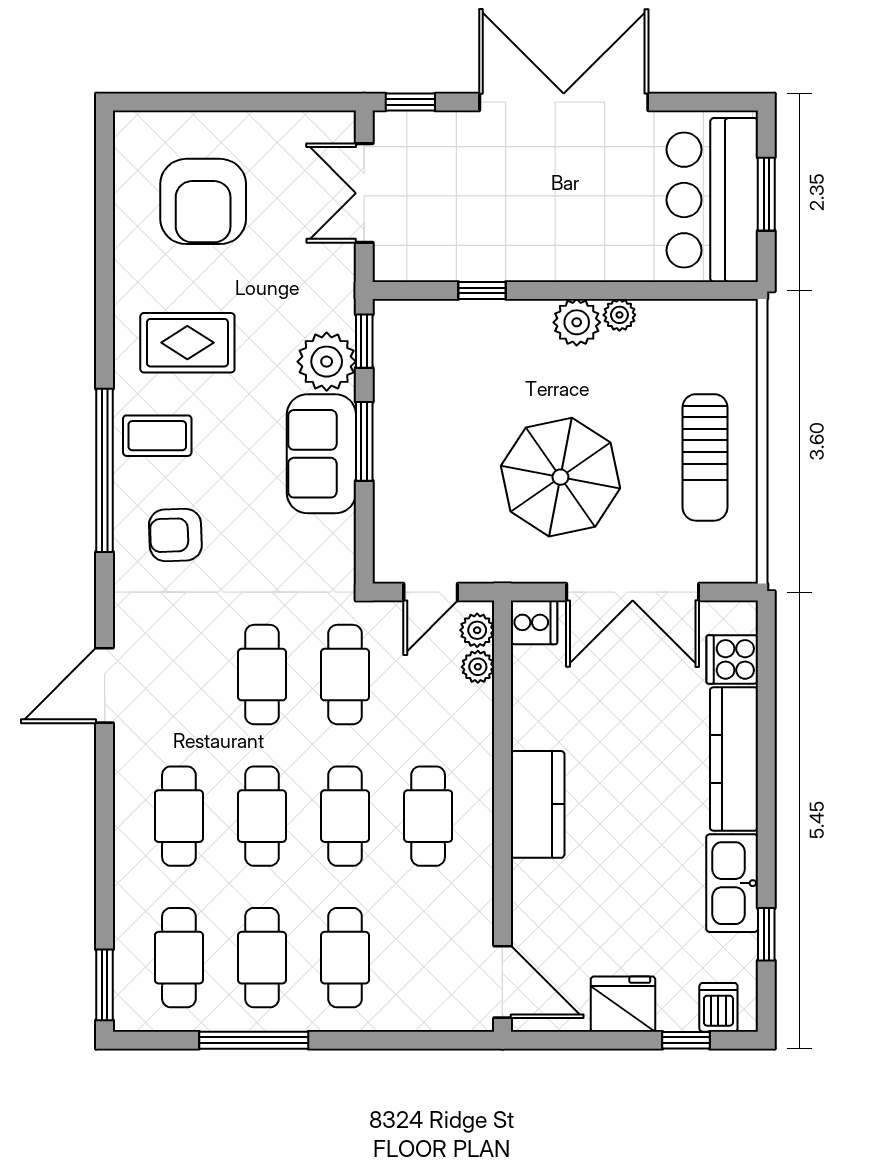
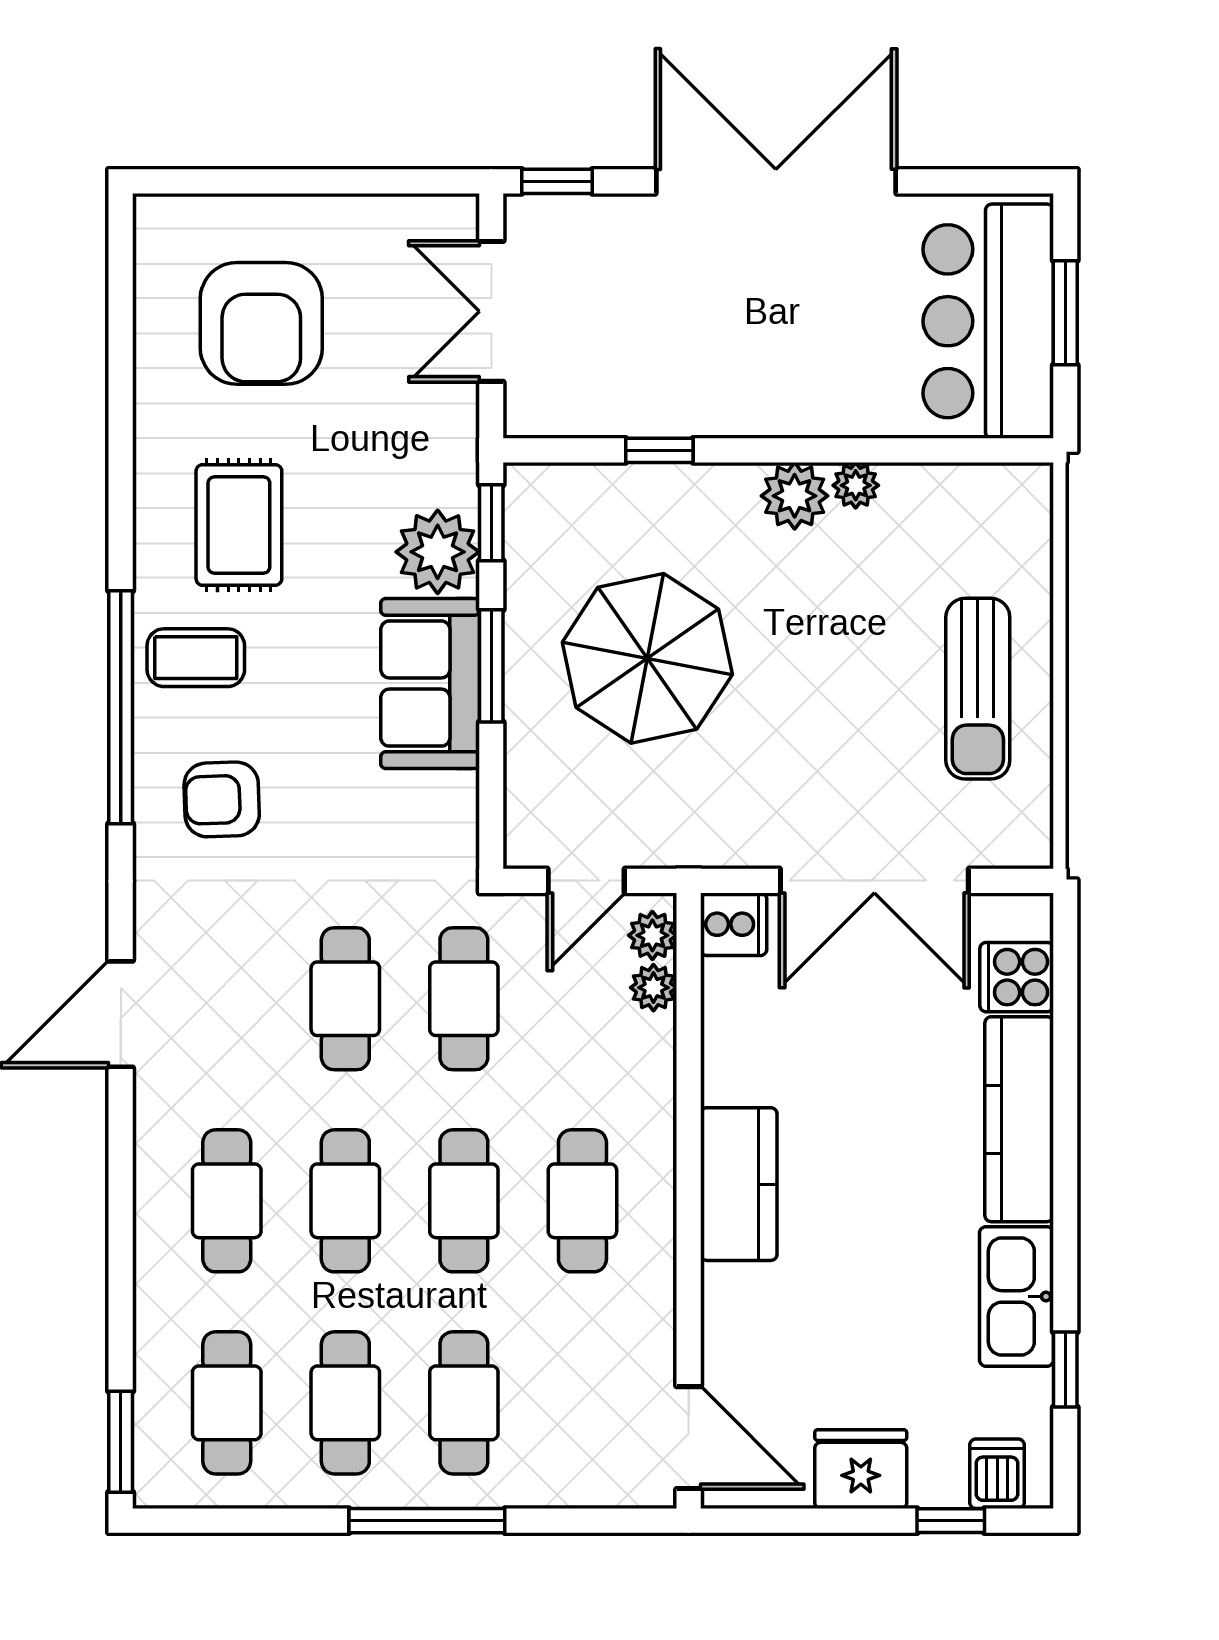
rug: (187, 343) -> (239, 525), turned 90
parasol: (560, 477) -> (647, 658), moved
window: (254, 1040) -> (427, 1521), moved

